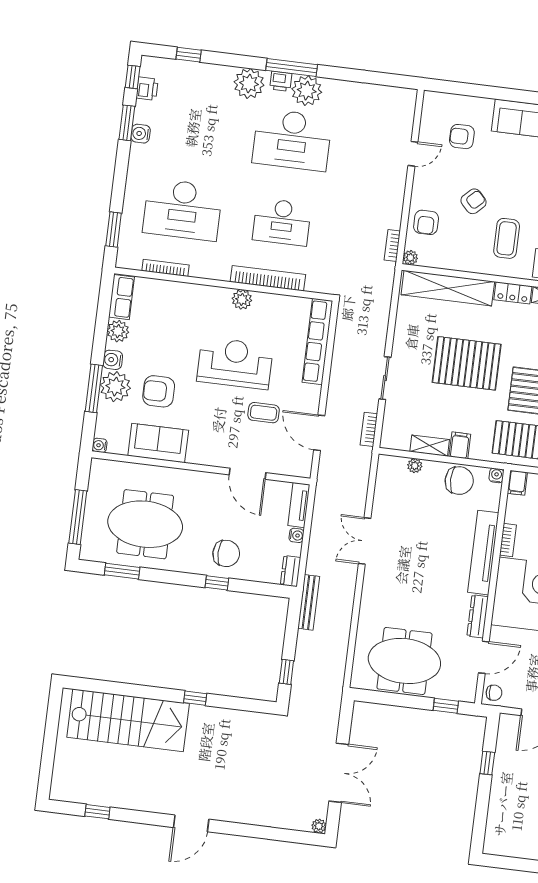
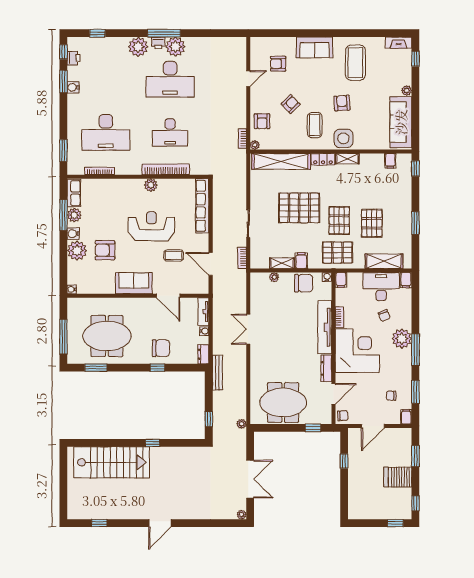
window: (94, 388) -> (63, 215), moved
sofa: (158, 443) -> (134, 283), moved
plant: (336, 686) -> (242, 424), added

